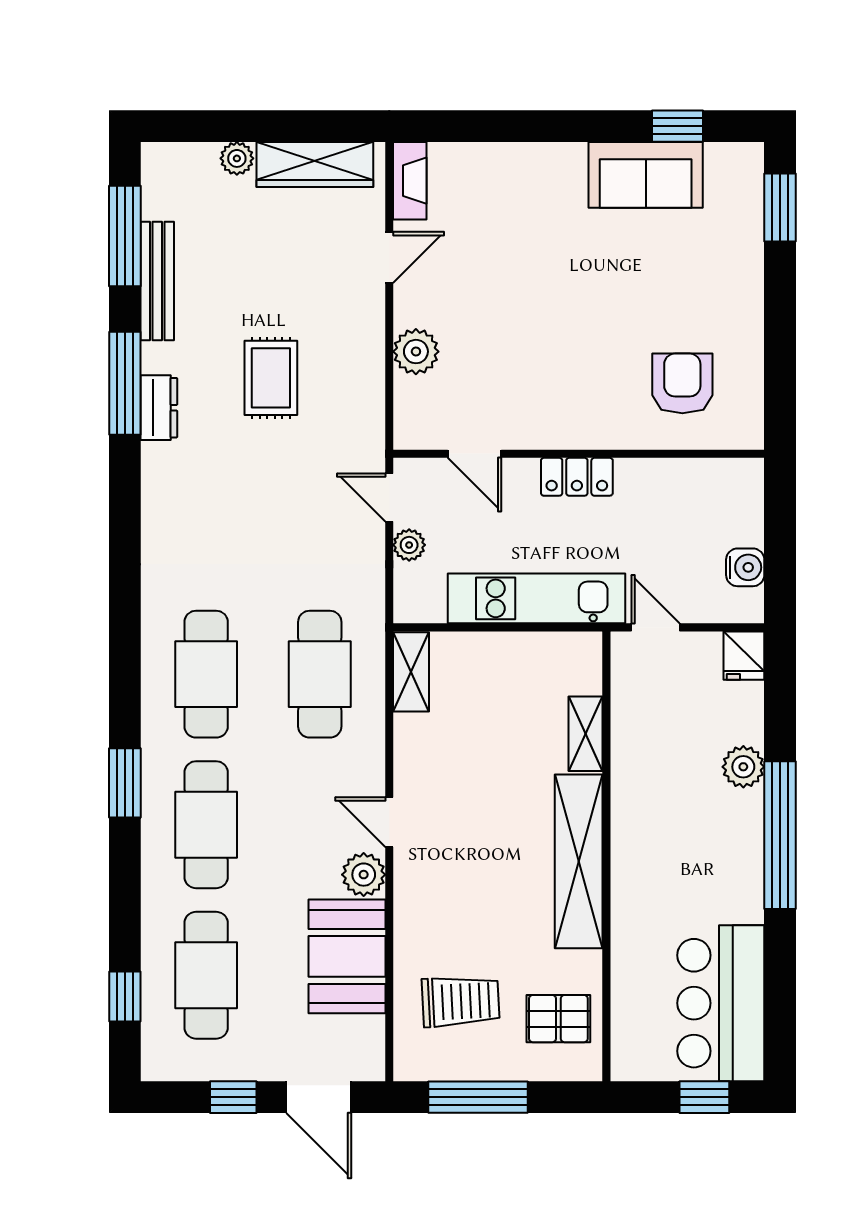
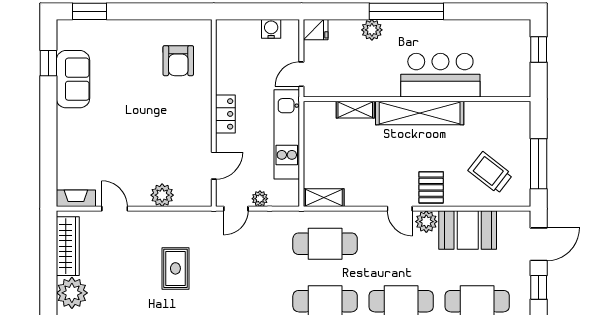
plant: (237, 158) -> (72, 293), width x1.88, depth x1.88
rug: (271, 378) -> (175, 268), turned 90
armchair: (682, 383) -> (178, 61), turned -90
door: (389, 822) -> (400, 209), hinge flipped
trolley: (461, 1001) -> (490, 173), turned -49
bar counter: (721, 1003) -> (440, 75), moved, turned 180
pallet: (558, 1019) -> (431, 187), moved

